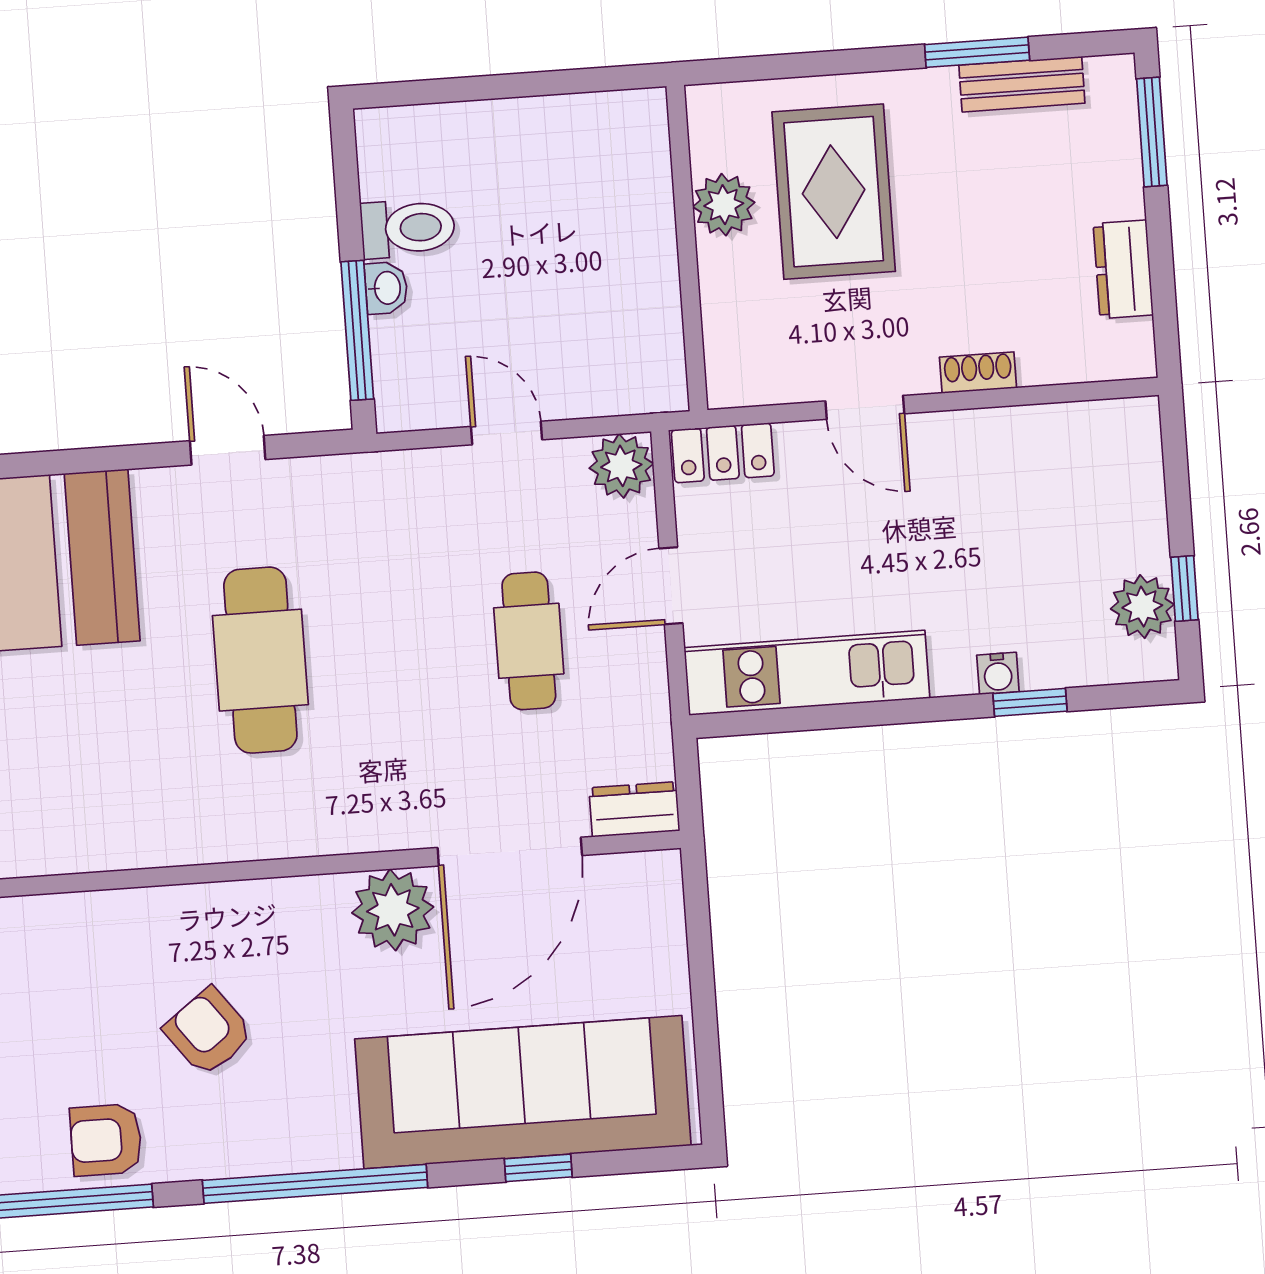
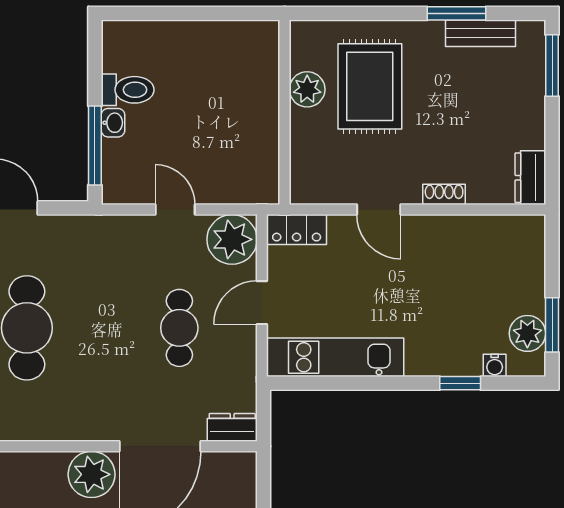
dresser: (1123, 269) -> (530, 178), moved
plant: (621, 466) -> (232, 239), width x1.36, depth x1.36
window: (1185, 589) -> (552, 325), width x1.50
water cooler: (998, 673) -> (495, 365), moved

